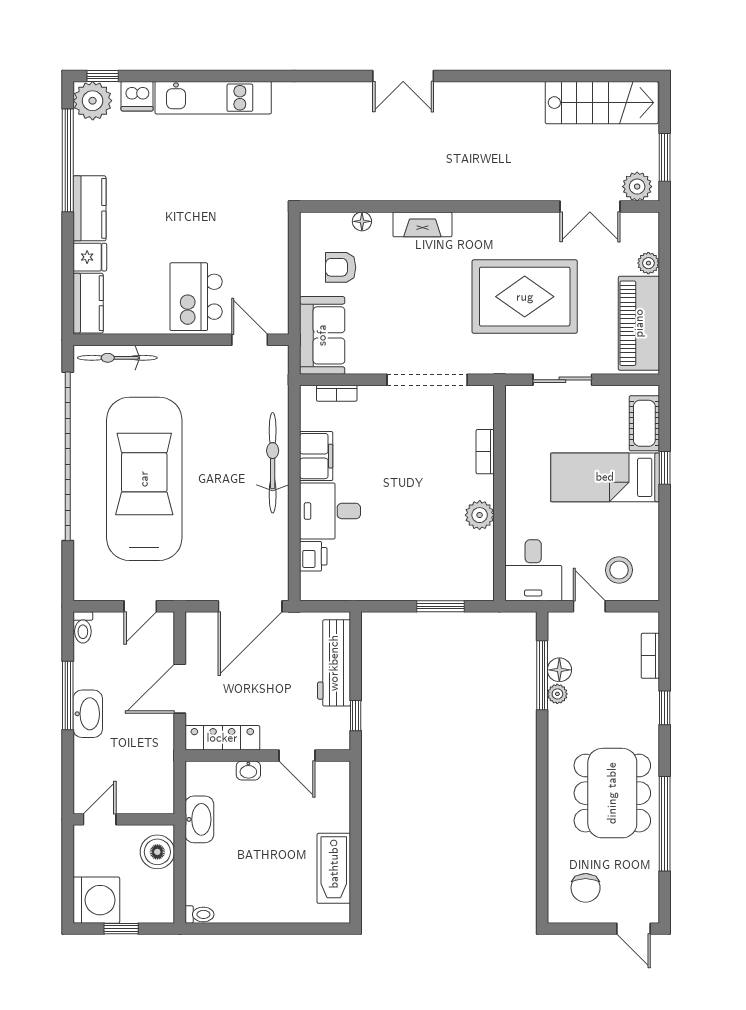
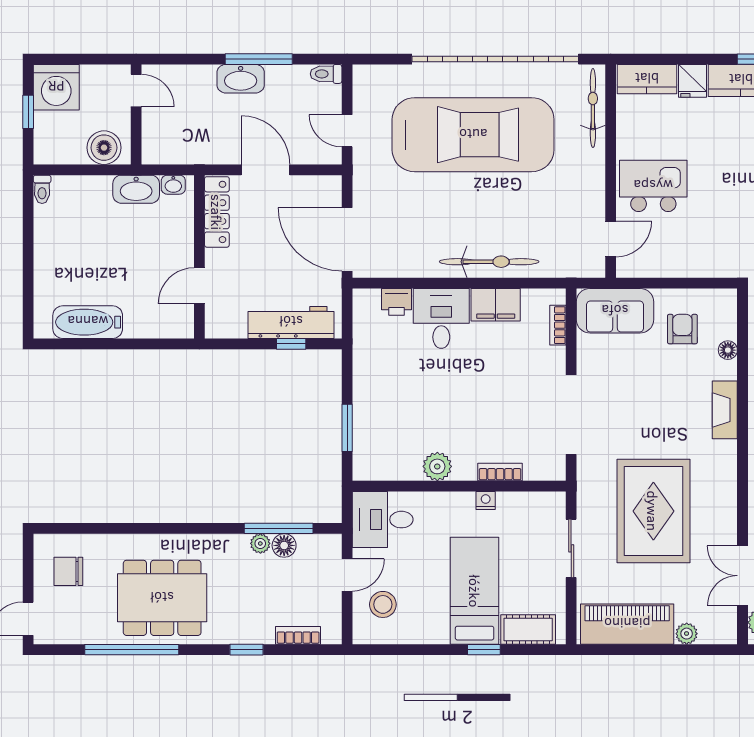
nightstand: (514, 466) -> (486, 500), added
window: (356, 716) -> (291, 344), moved
washbasin: (248, 770) -> (173, 185), moved, turned -90

